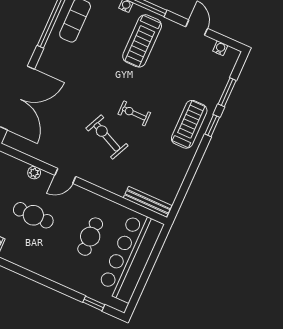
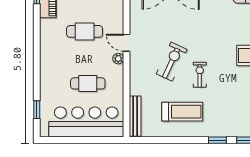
treadmill: (189, 124) -> (182, 112), moved
plant: (34, 173) -> (118, 59), moved
cafe table: (33, 215) -> (85, 31), turned 90

